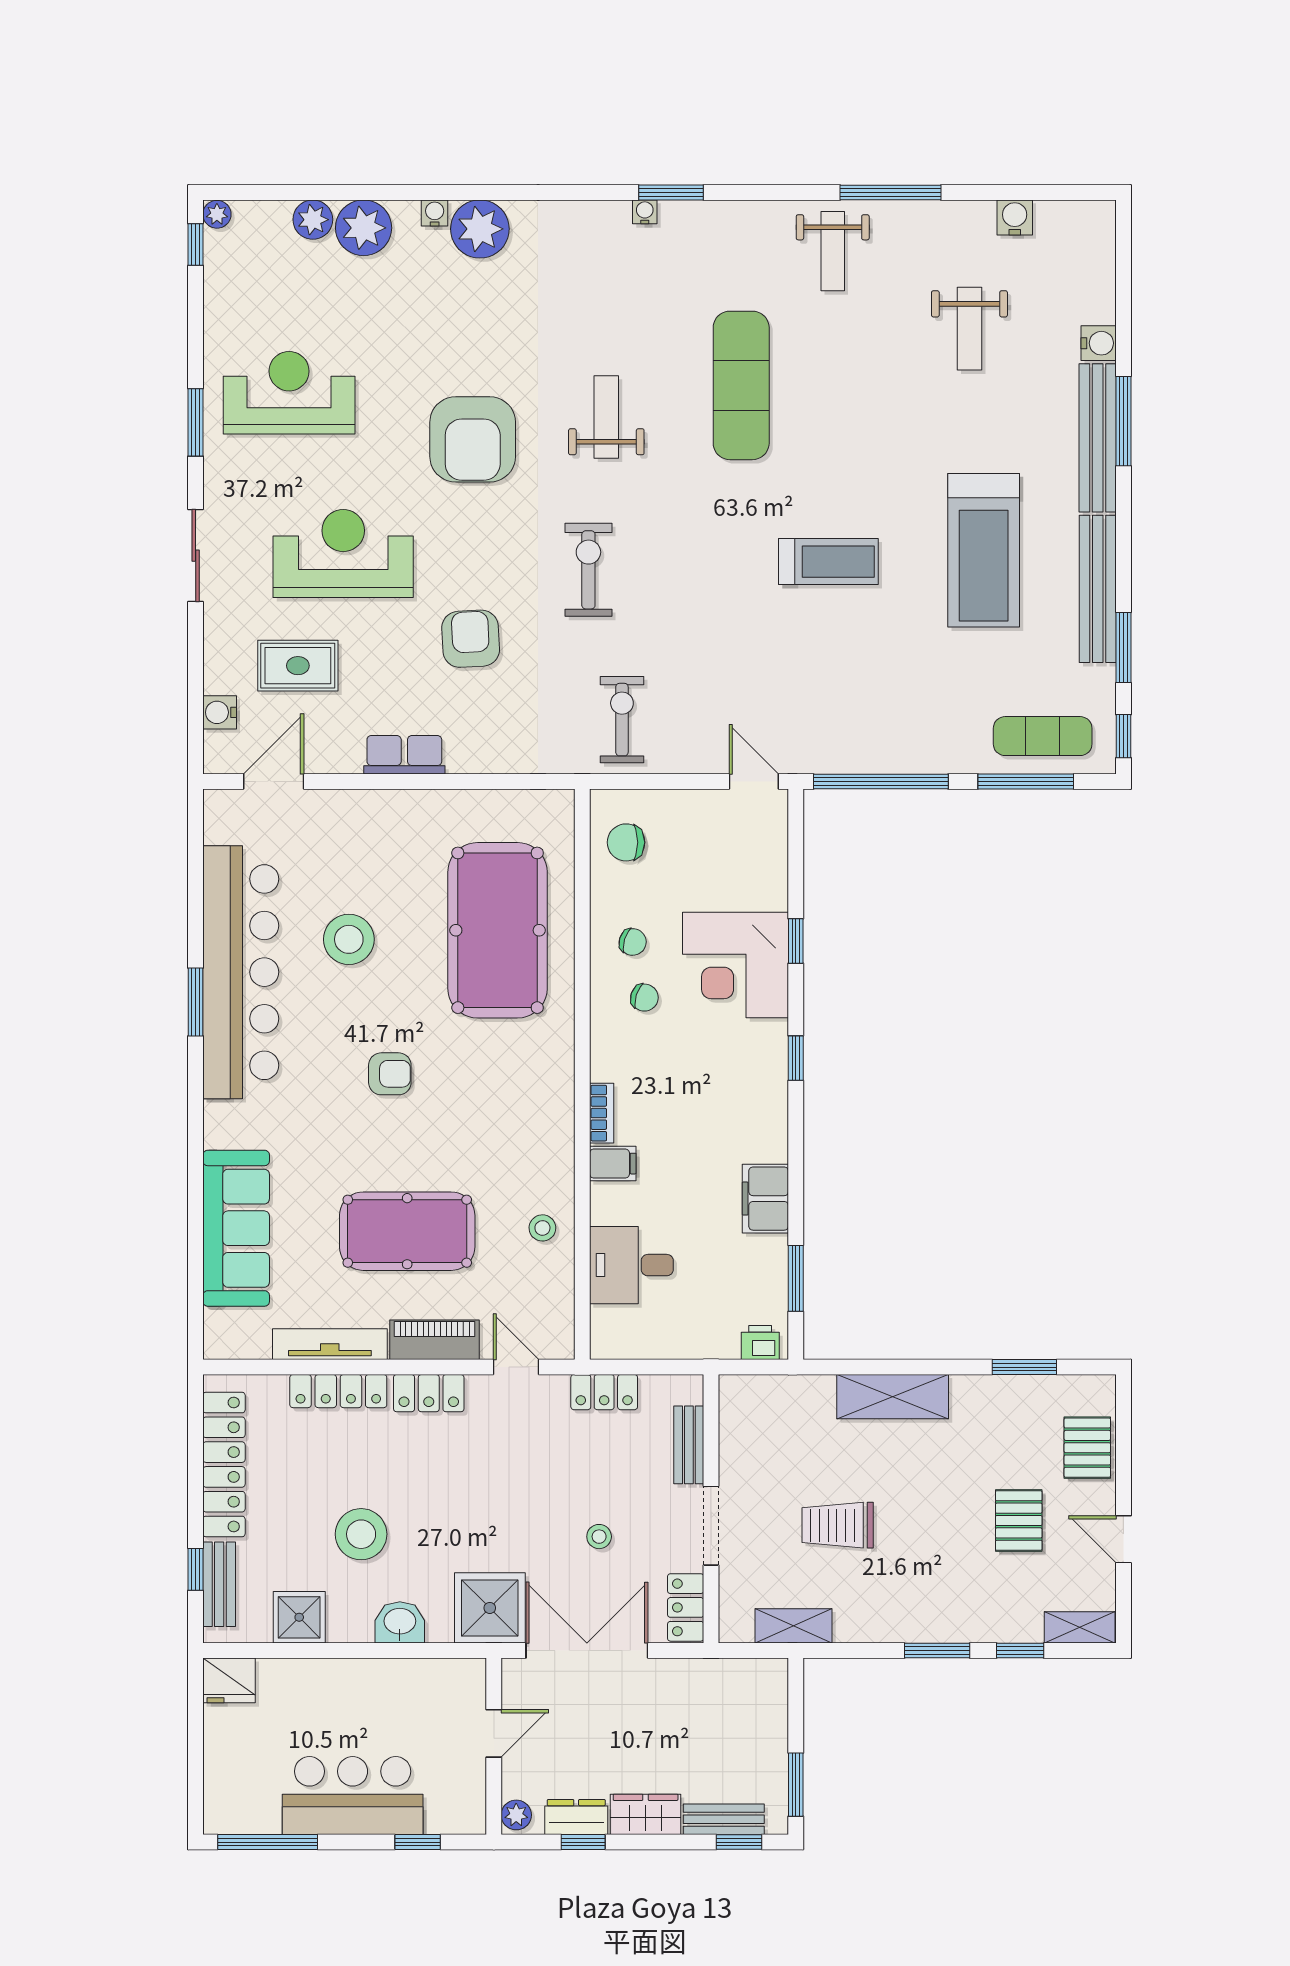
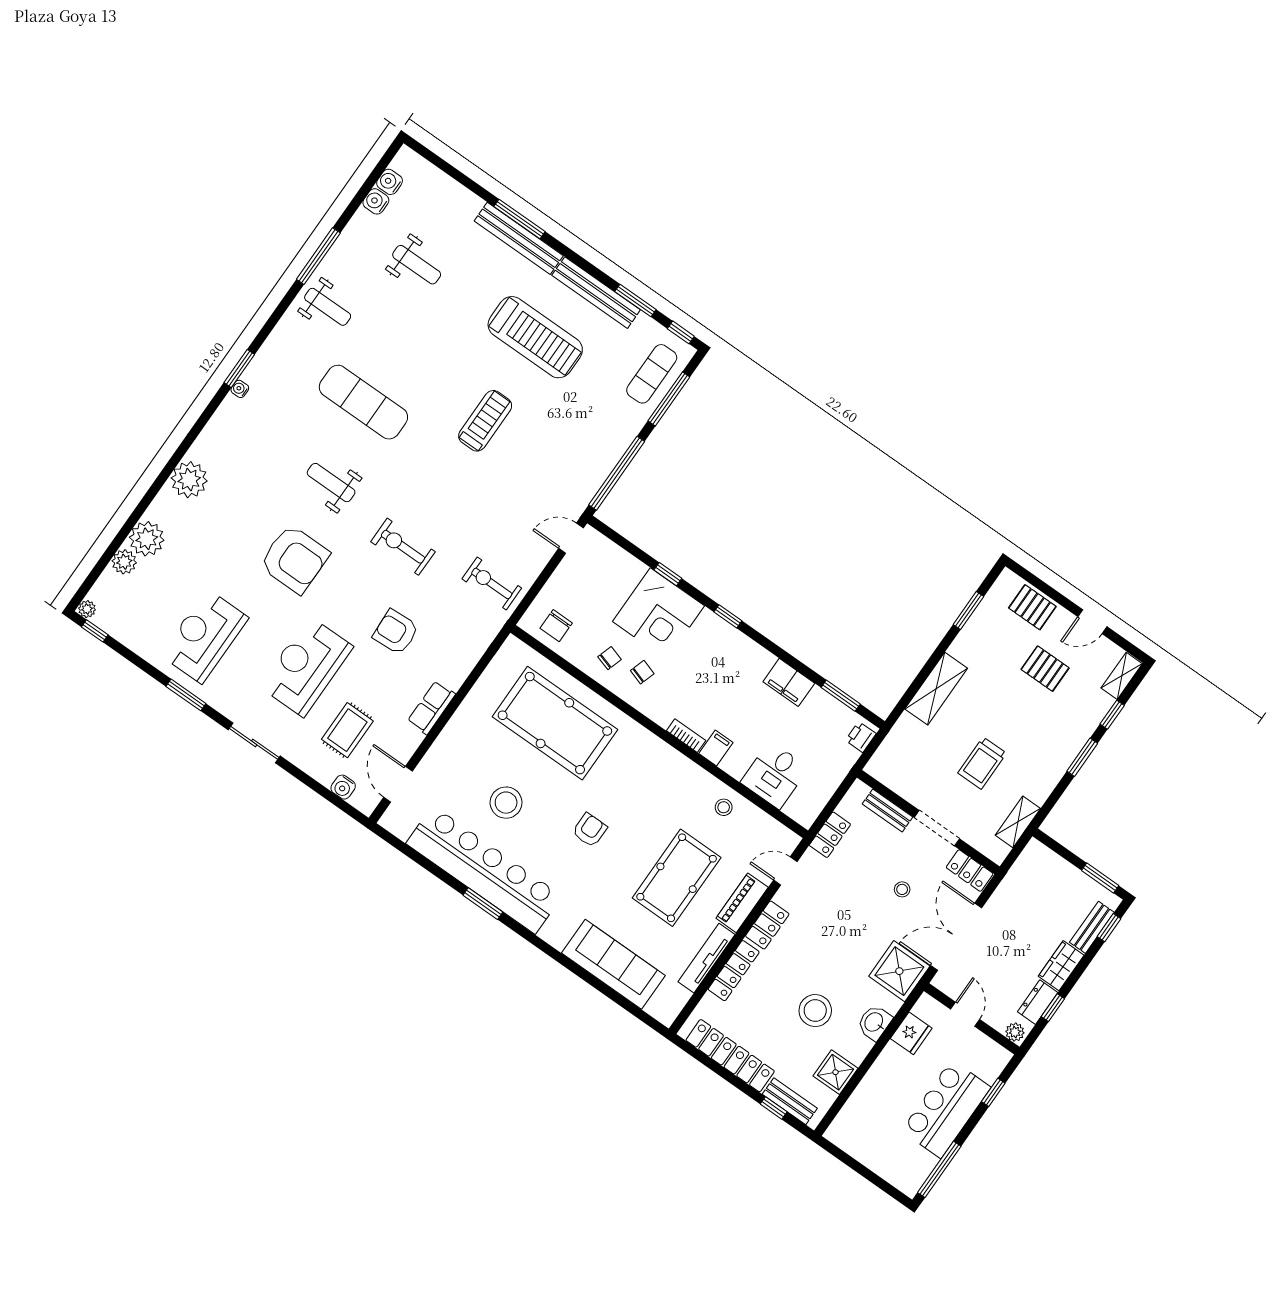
water cooler: (435, 213) -> (165, 497), removed
water cooler: (1099, 343) -> (390, 182), moved, turned -90
fridge: (229, 1680) -> (911, 1033), moved

